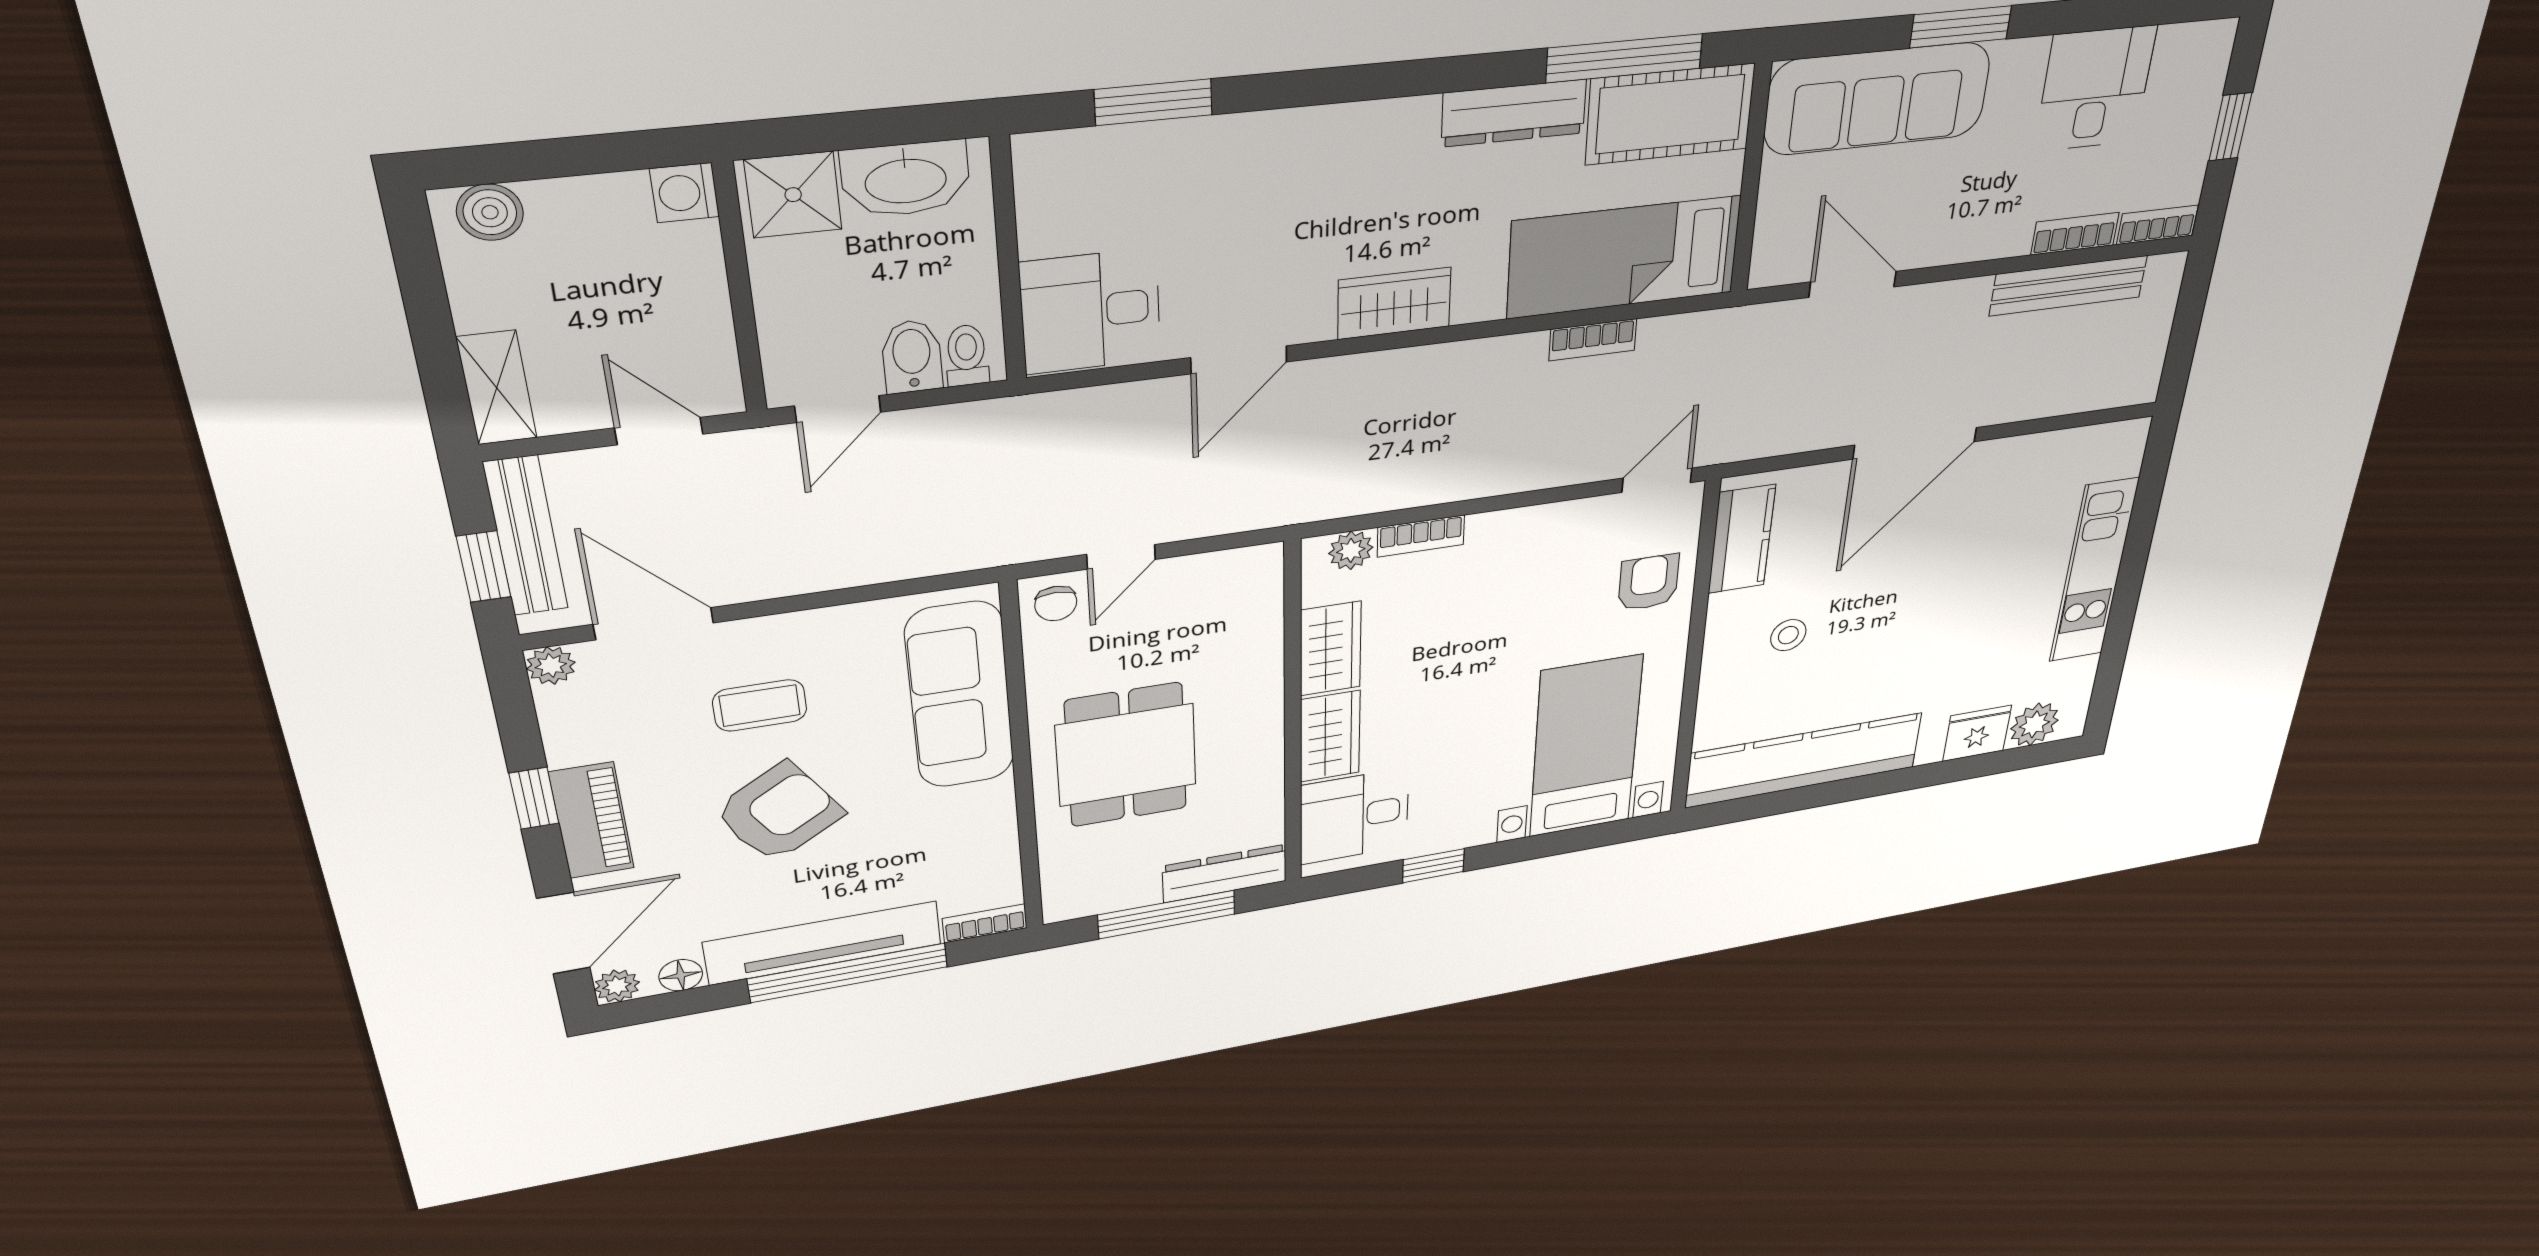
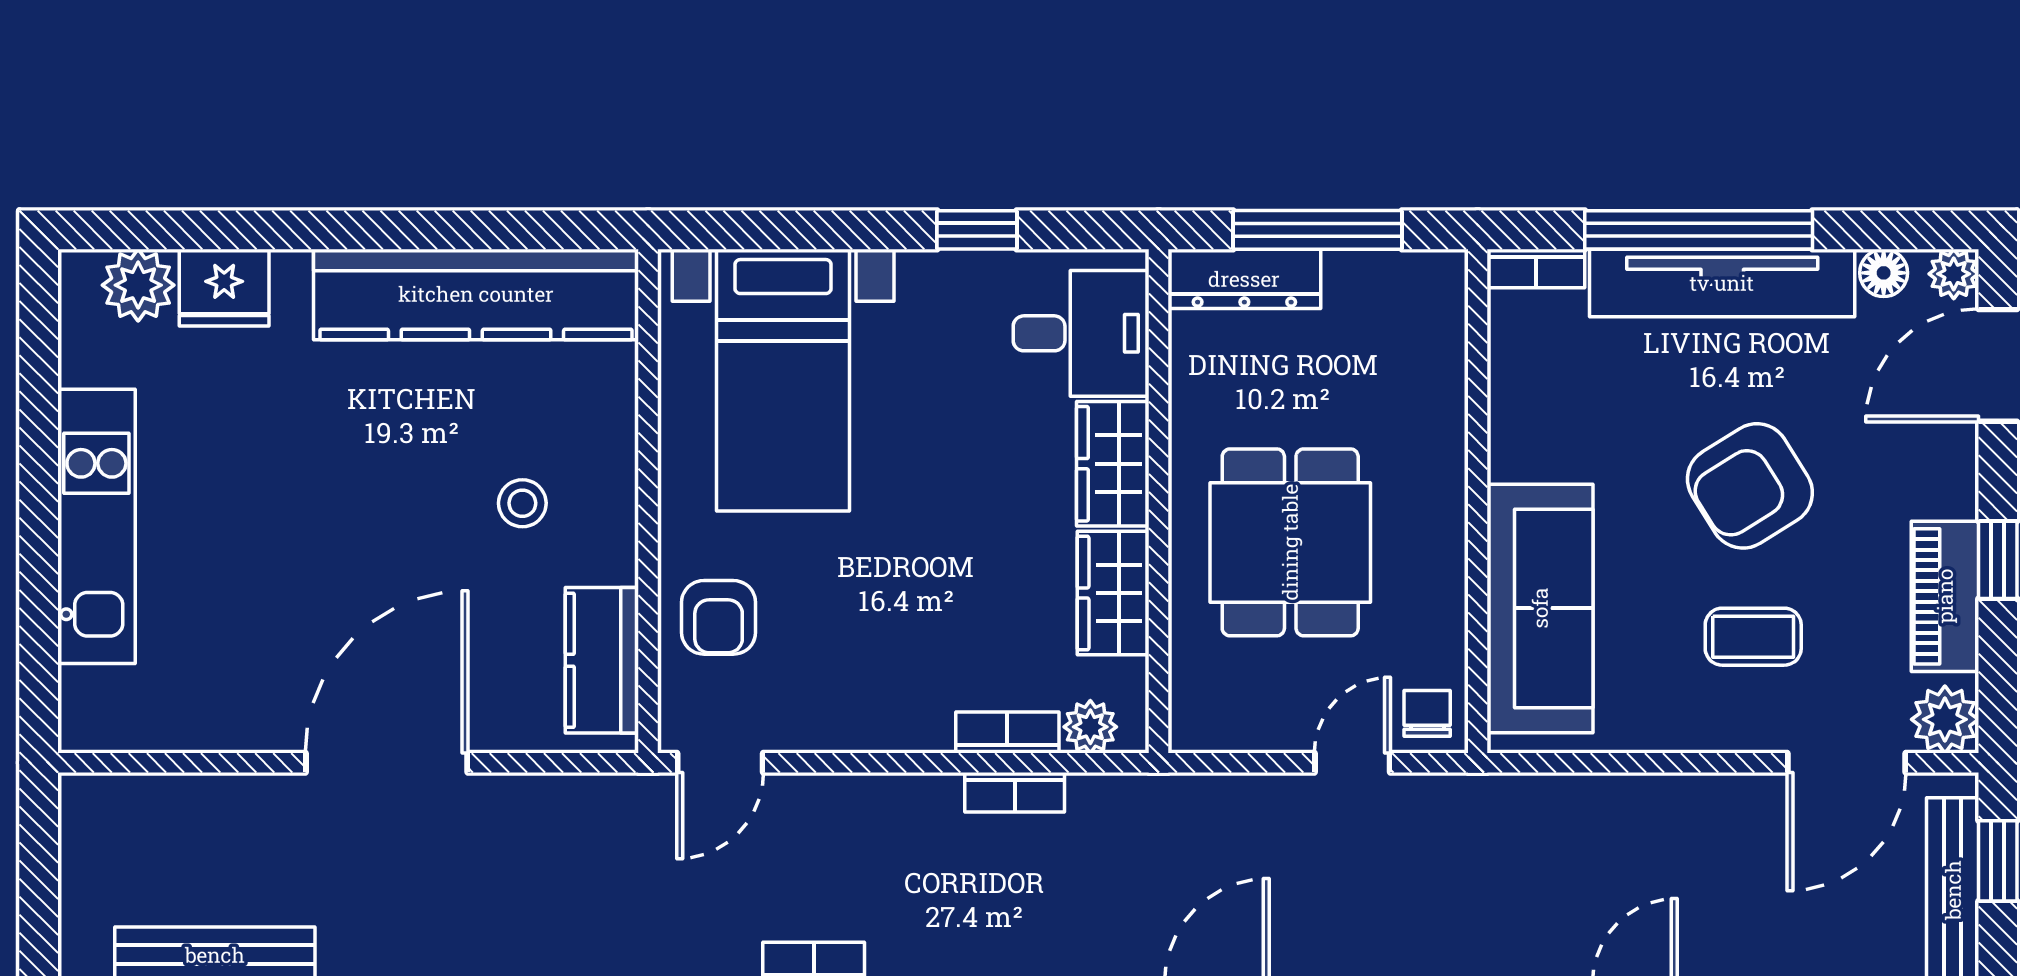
bookcase: (1416, 493) -> (1015, 792), added
door: (654, 624) -> (1847, 763), hinge flipped
plant: (551, 666) -> (1945, 719), width x1.38, depth x1.38
dining table: (1126, 755) -> (1290, 542), moved
piano: (592, 821) -> (1945, 596), moved

